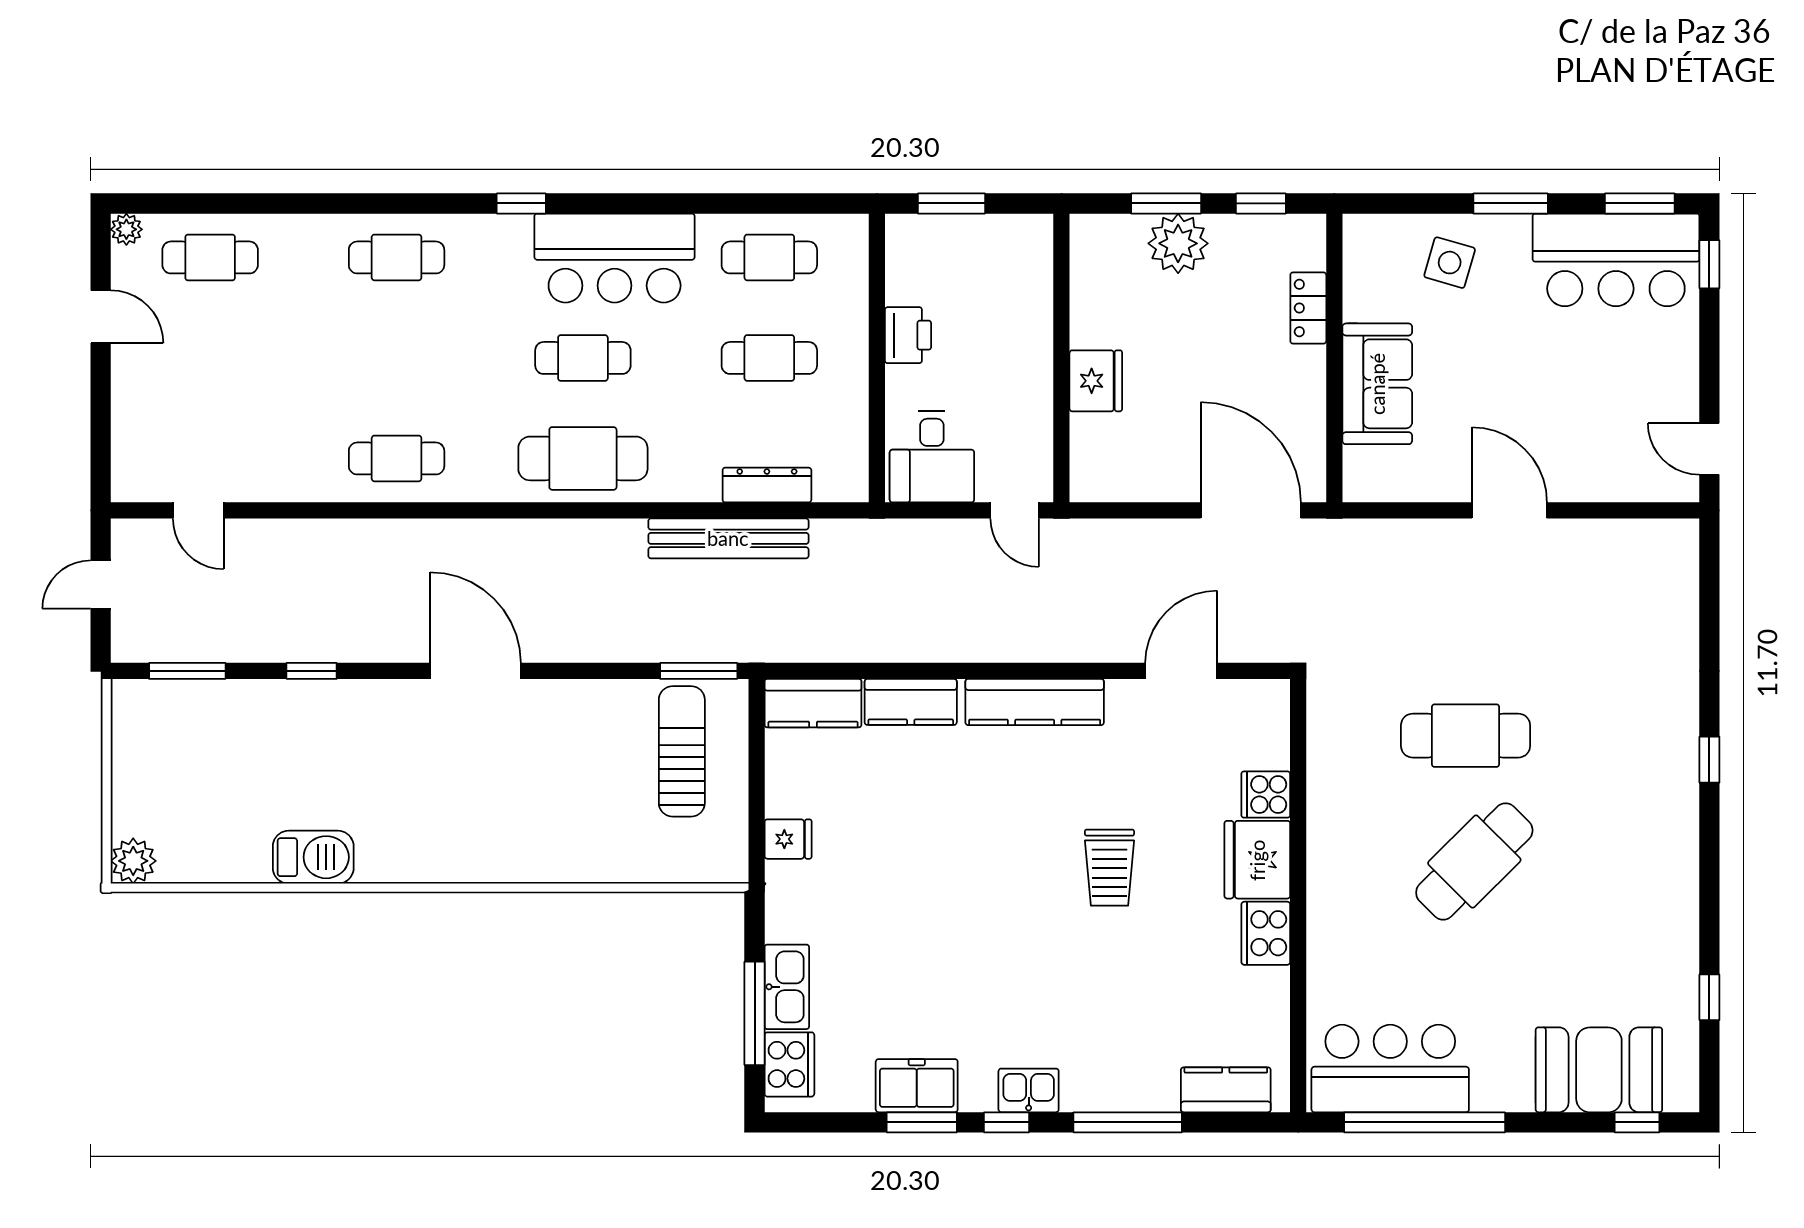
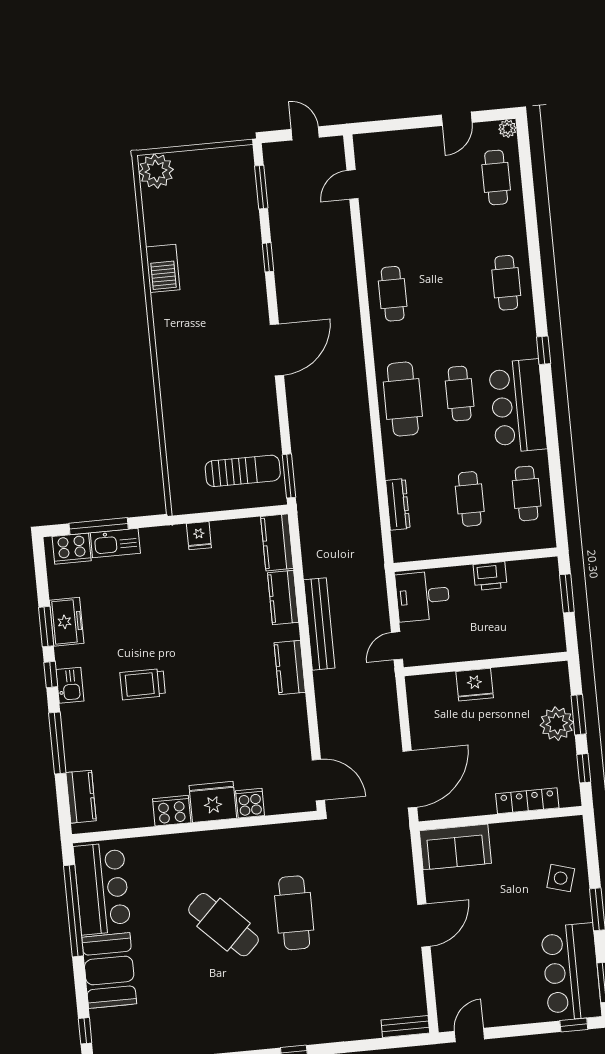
locker: (1308, 308) -> (527, 801), width x1.53
sofa: (1377, 384) -> (455, 847), moved
bench: (728, 538) -> (319, 624), moved
bench: (1684, 560) -> (405, 1026), added
door: (1181, 671) -> (318, 780), moved
kitchen counter: (1035, 702) -> (290, 668), width x0.67
plant: (133, 861) -> (156, 171), width x1.36, depth x1.36
trolley: (1109, 868) -> (143, 684), moved
booth: (1599, 1070) -> (109, 971), moved

